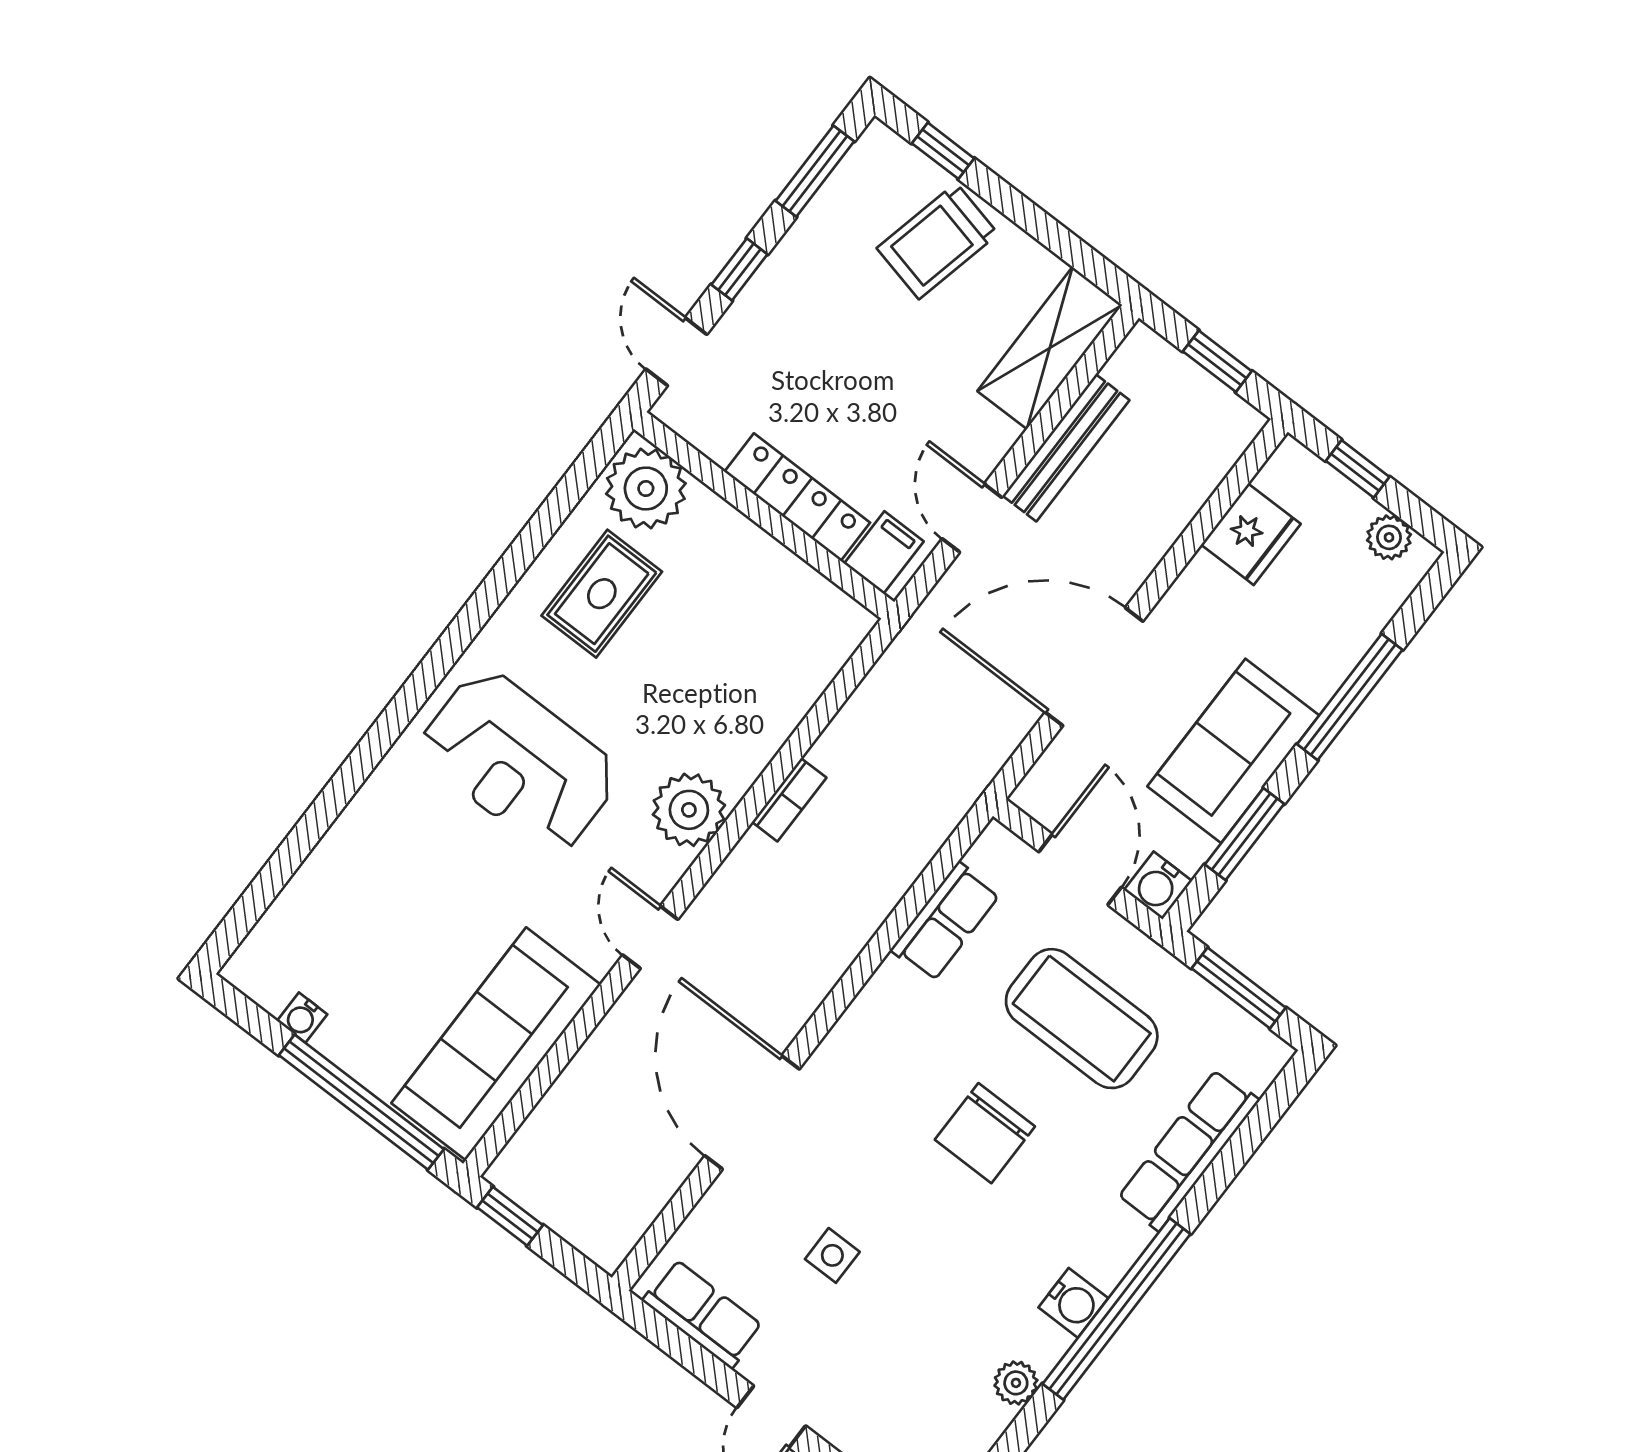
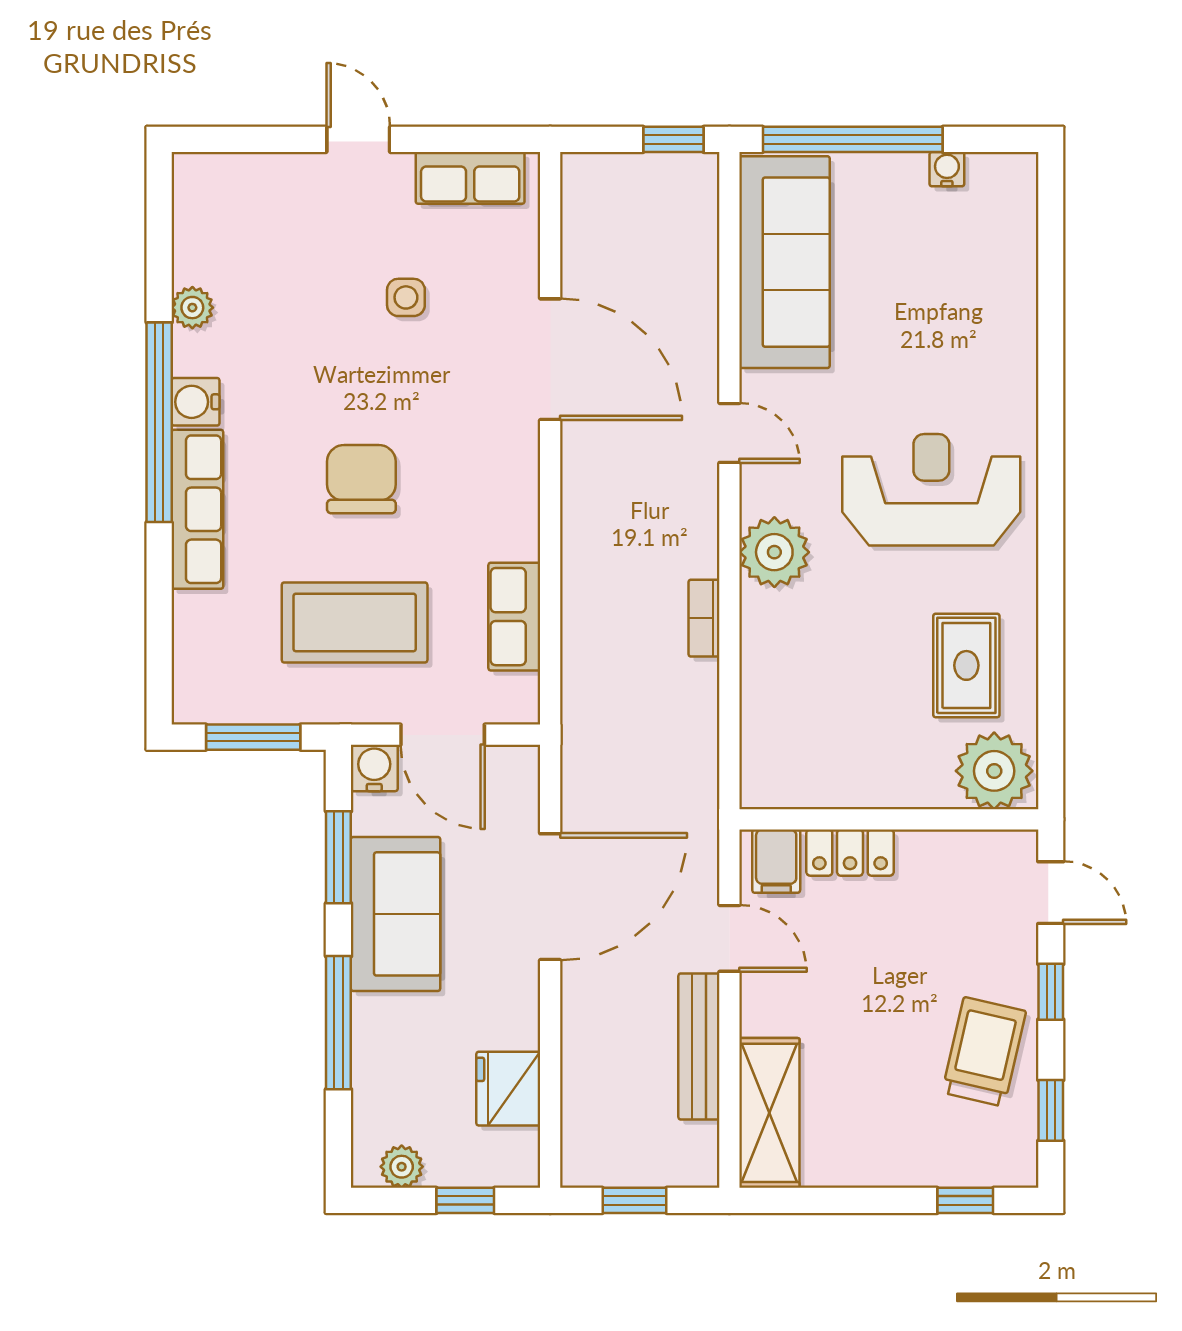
window: (815, 171) -> (1051, 1110), width x0.67
trolley: (937, 241) -> (984, 1052), moved
locker: (797, 497) -> (850, 853), width x0.66
row of seats: (1188, 1150) -> (197, 509), moved

